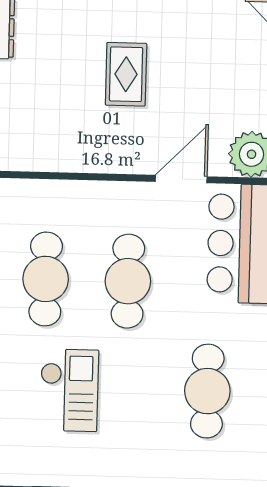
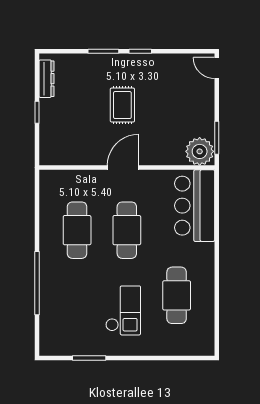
door: (181, 179) -> (123, 168), moved
checkout: (69, 390) -> (123, 310), moved

